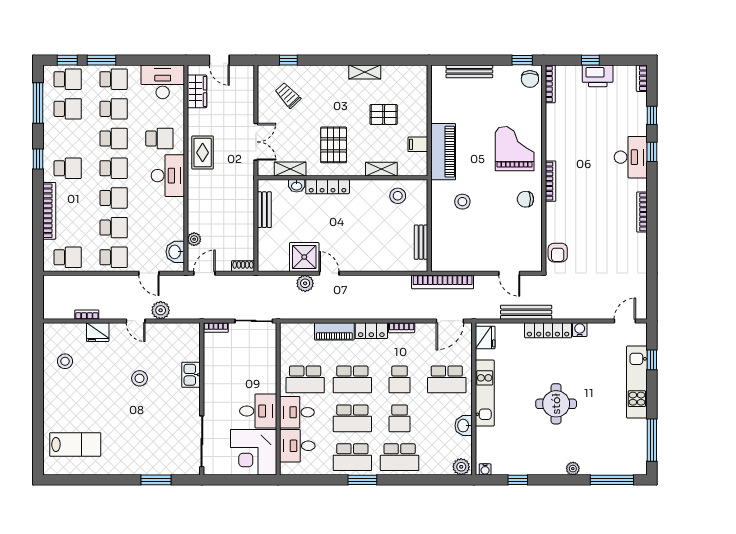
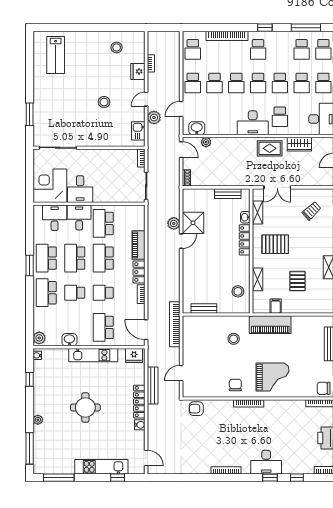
wardrobe: (197, 91) -> (299, 144), moved
kitchen sink: (191, 375) -> (138, 131), moved, turned -90

